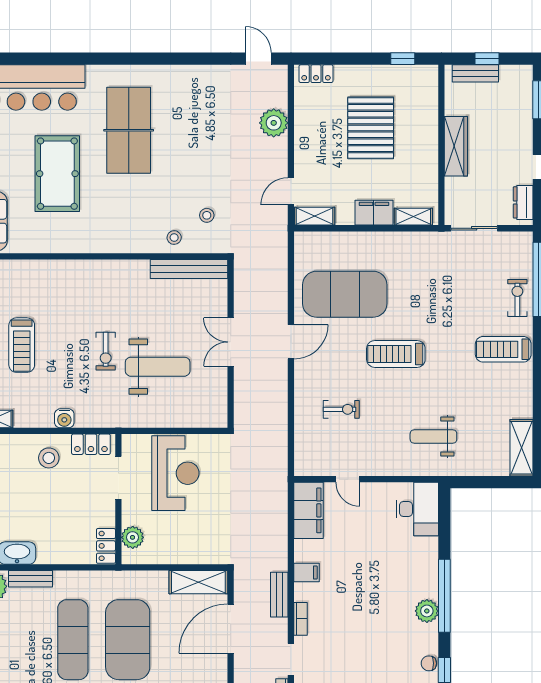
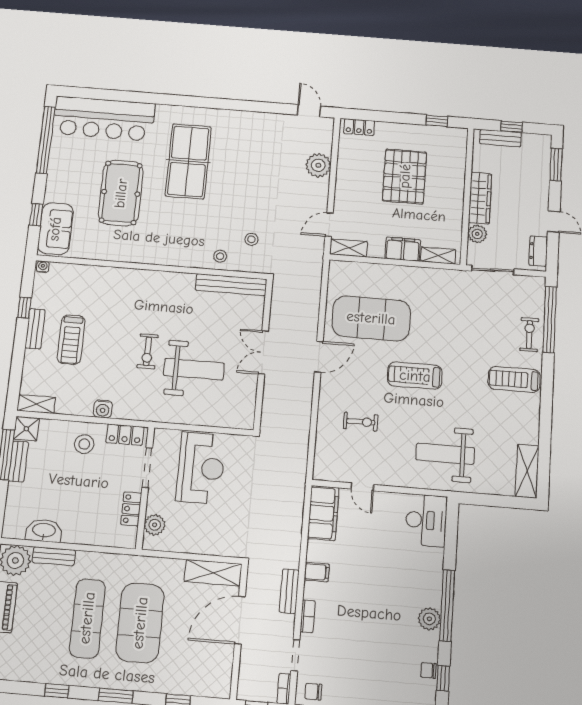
plant: (455, 188) -> (477, 234), added
weight bench: (433, 436) -> (445, 454), width x1.36, depth x1.33
locker: (106, 546) -> (131, 509), moved

